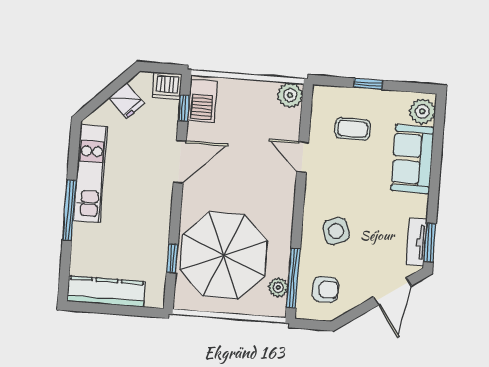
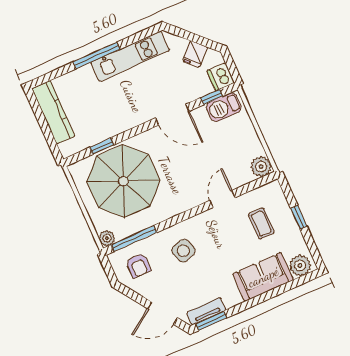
plant: (278, 287) -> (107, 238), moved

